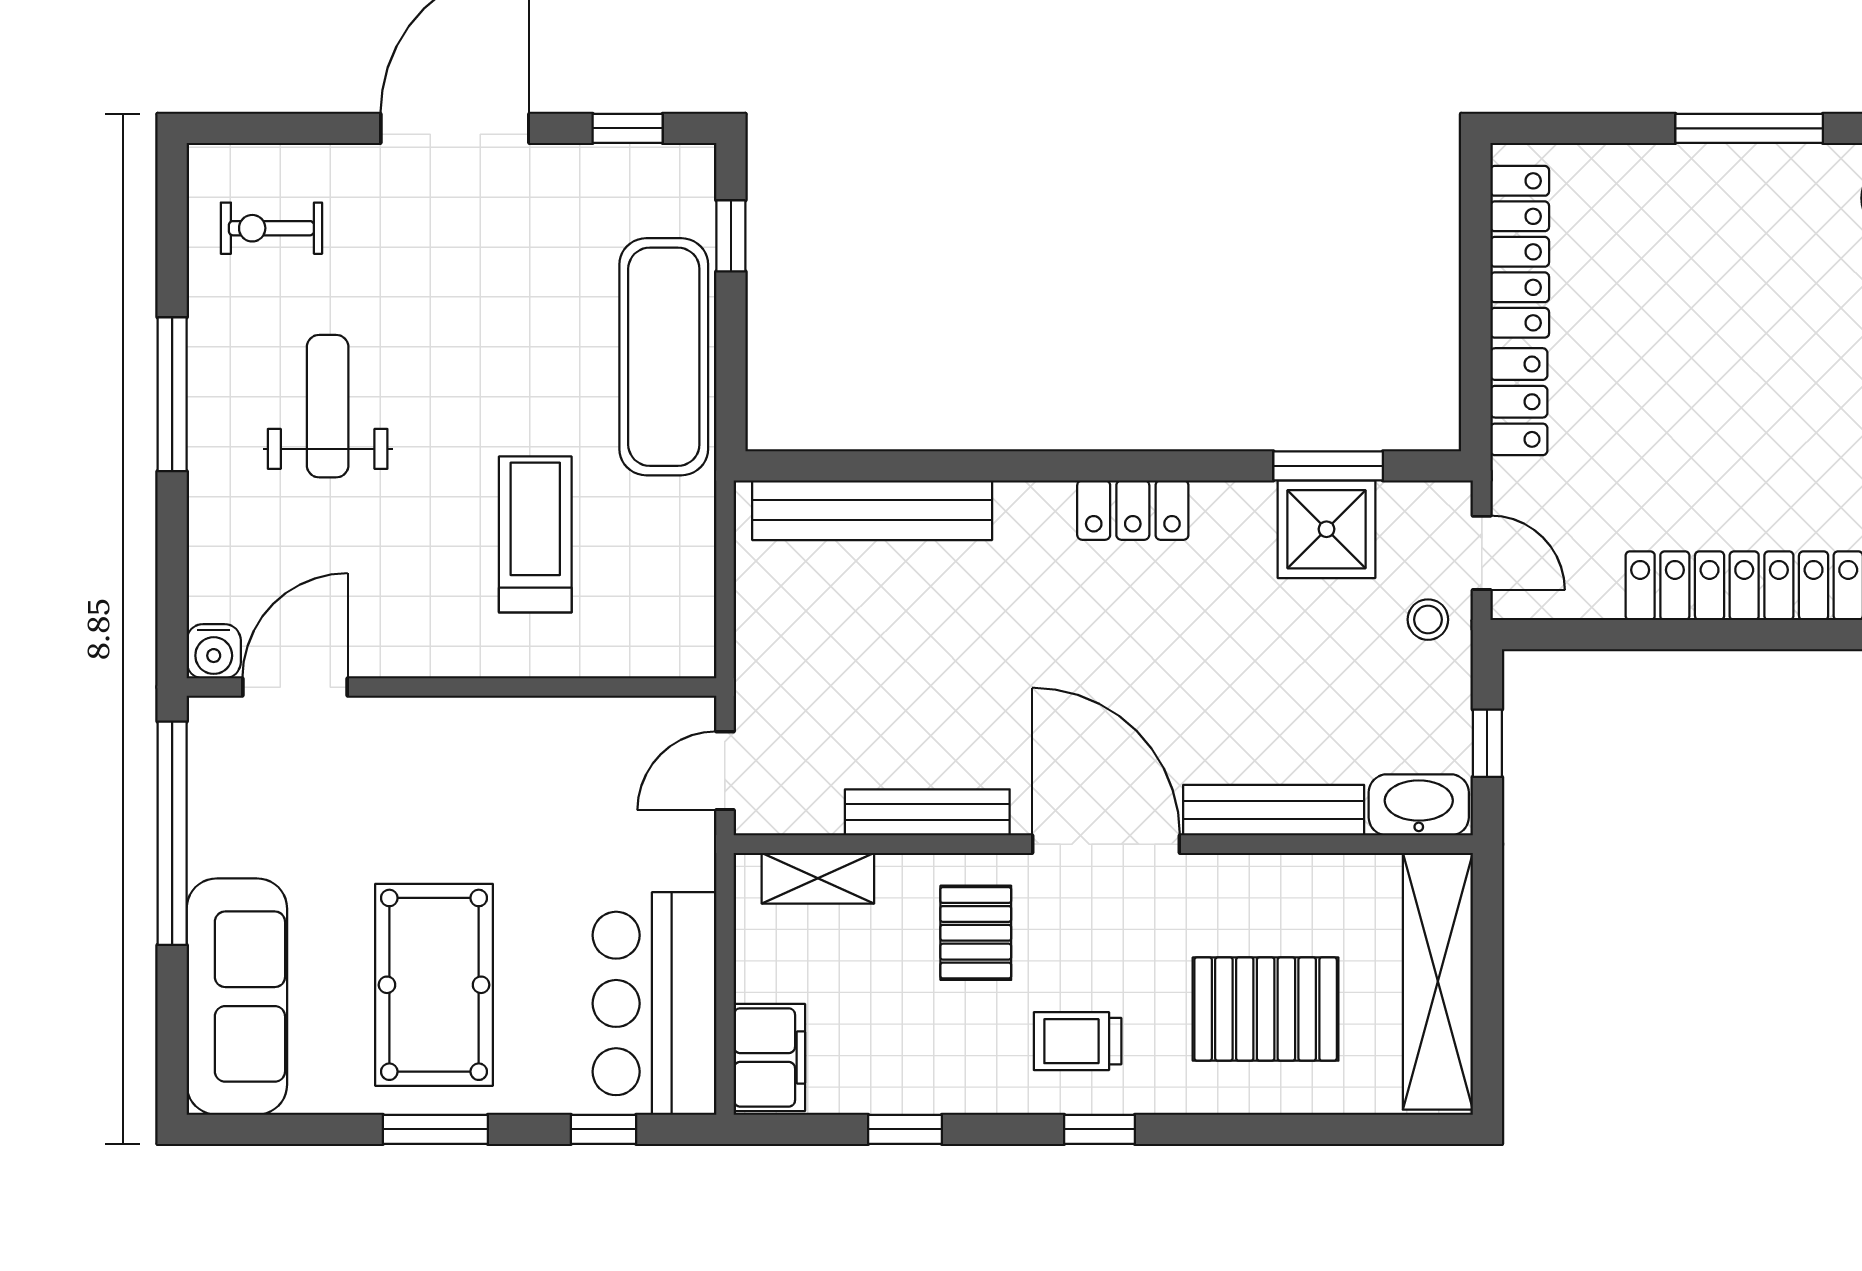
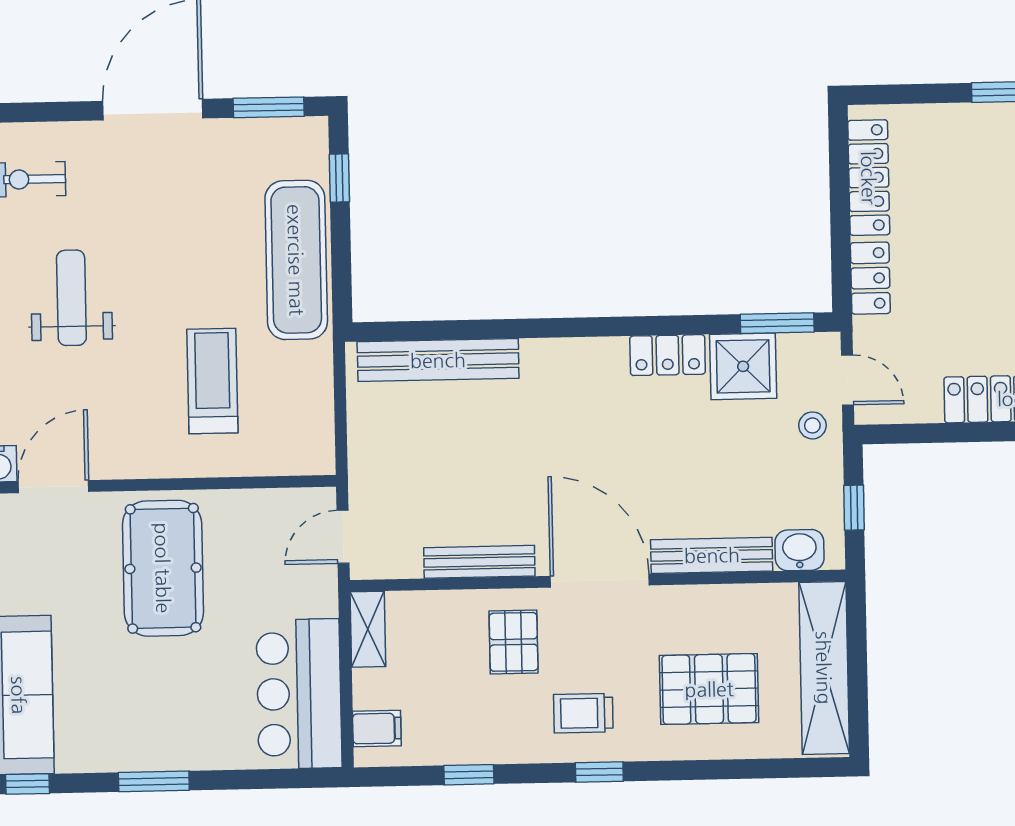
window: (628, 128) -> (269, 107), width x1.50
window: (1328, 466) -> (777, 323), moved
locker: (1133, 510) -> (668, 355), moved
washbasin: (1419, 805) -> (800, 550), width x0.72
shelving: (818, 878) -> (368, 629), moved, turned 90
pool table: (434, 985) -> (163, 568), moved
filing cabinet: (769, 1057) -> (377, 728), width x0.50
window: (603, 1129) -> (28, 784), moved

